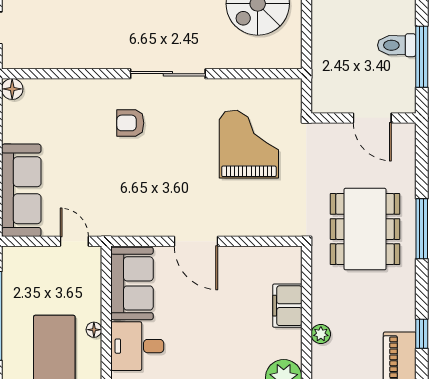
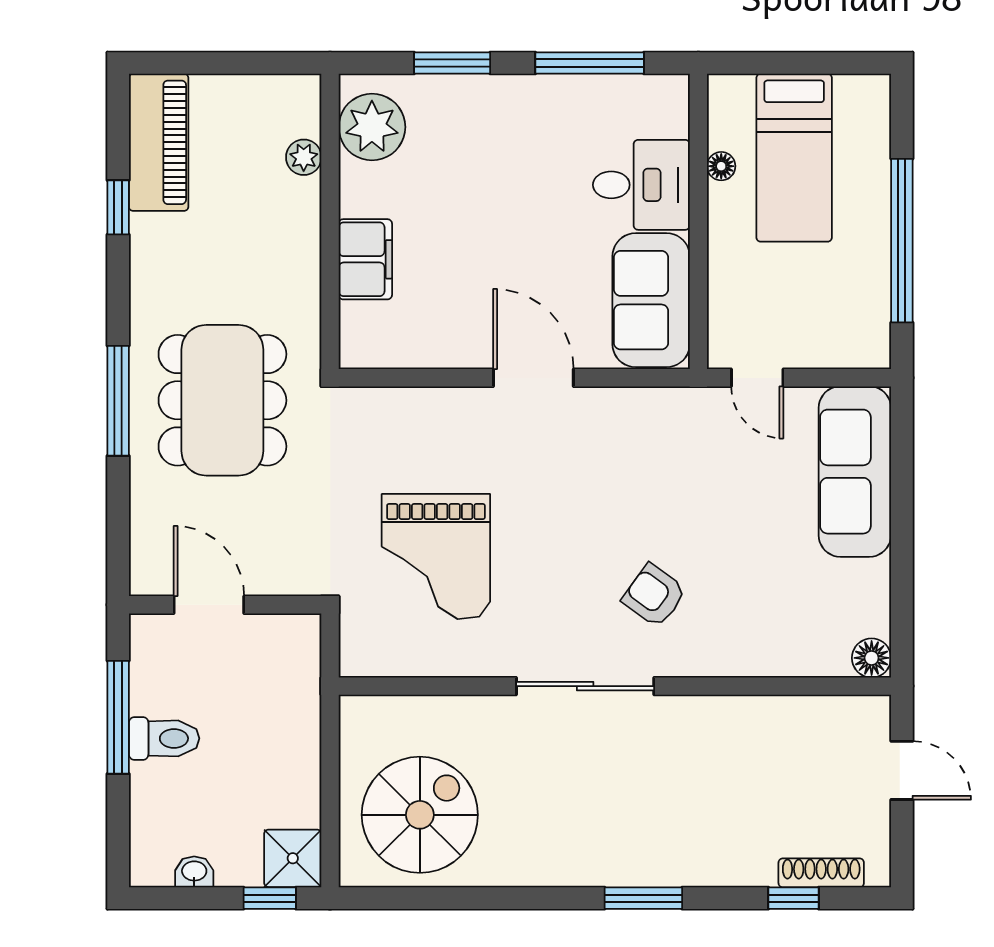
armchair: (130, 123) -> (654, 595), turned -144
floor lamp: (94, 330) -> (721, 166), moved
plant: (321, 334) -> (304, 157), moved

